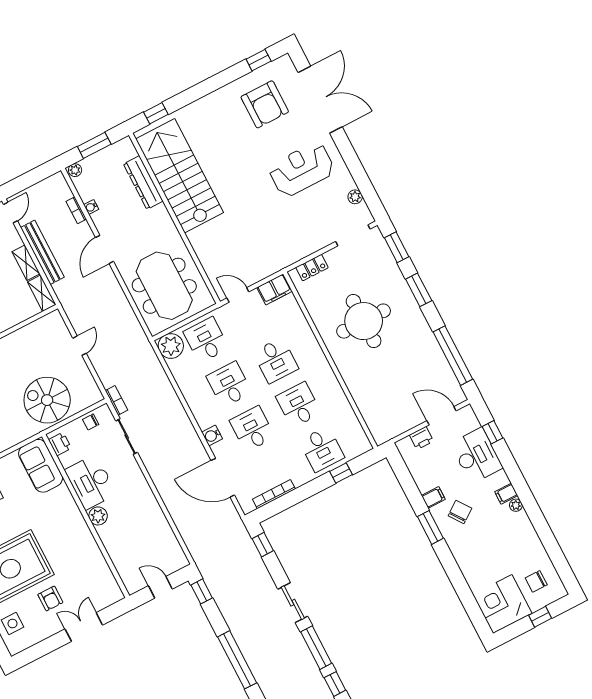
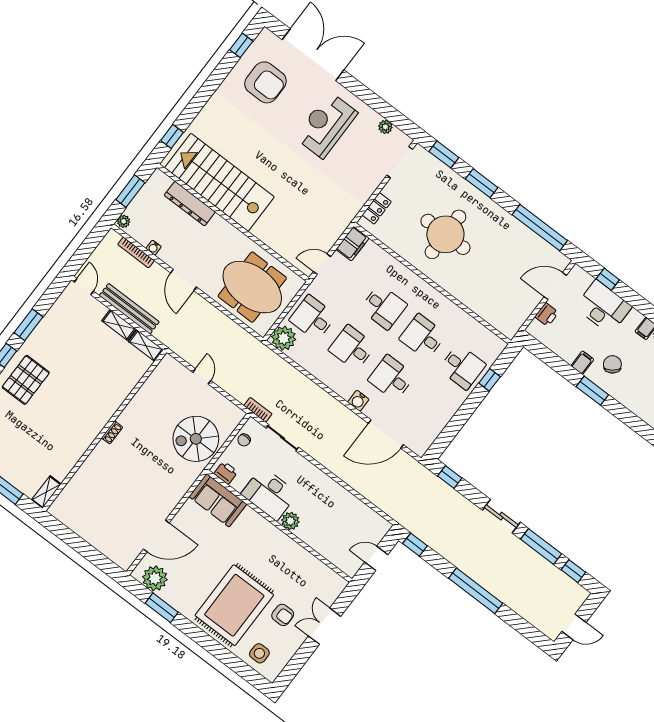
bookcase: (76, 210) -> (136, 252), width x1.56
bookcase: (274, 494) -> (438, 427), removed

